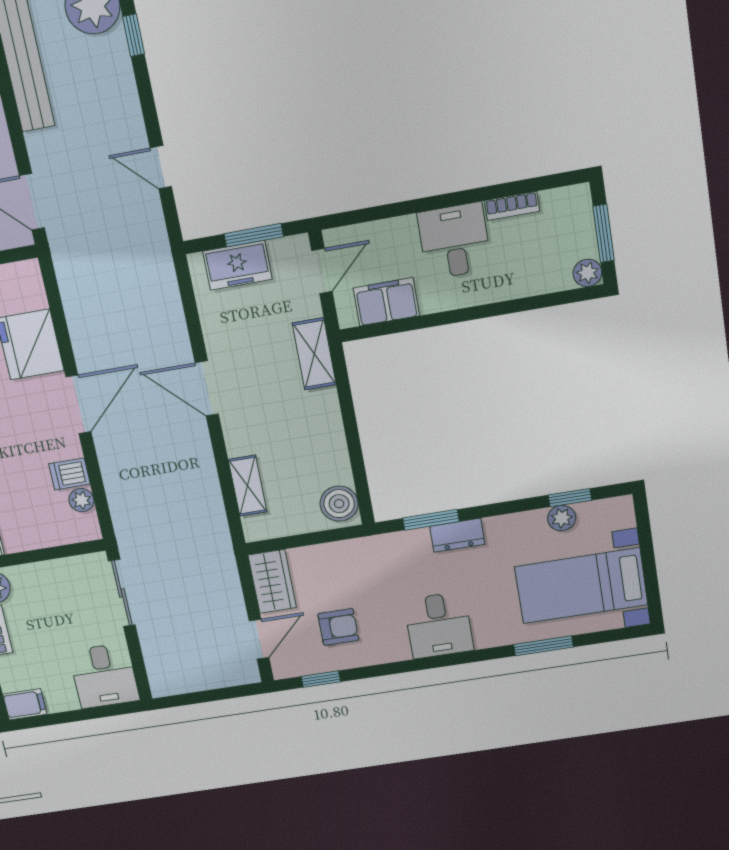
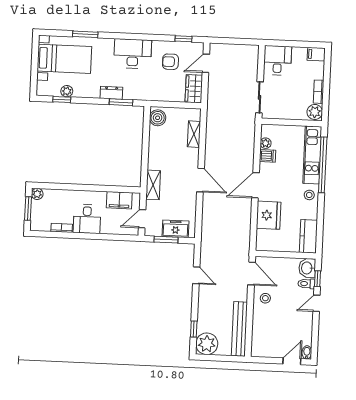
desk: (439, 625) -> (133, 54), width x1.37

